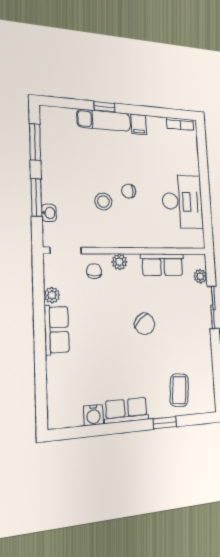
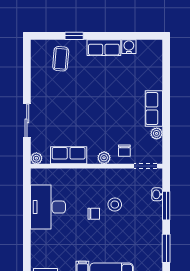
plant: (200, 276) -> (36, 158), moved
chair: (145, 324) -> (86, 110), removed

